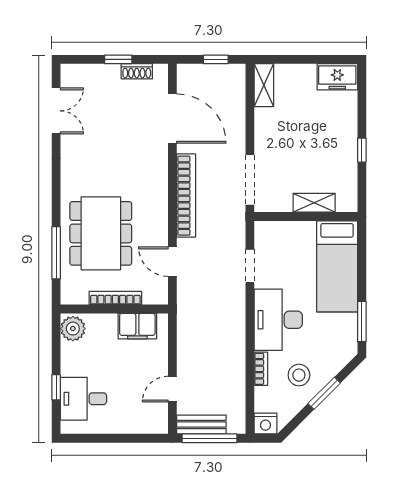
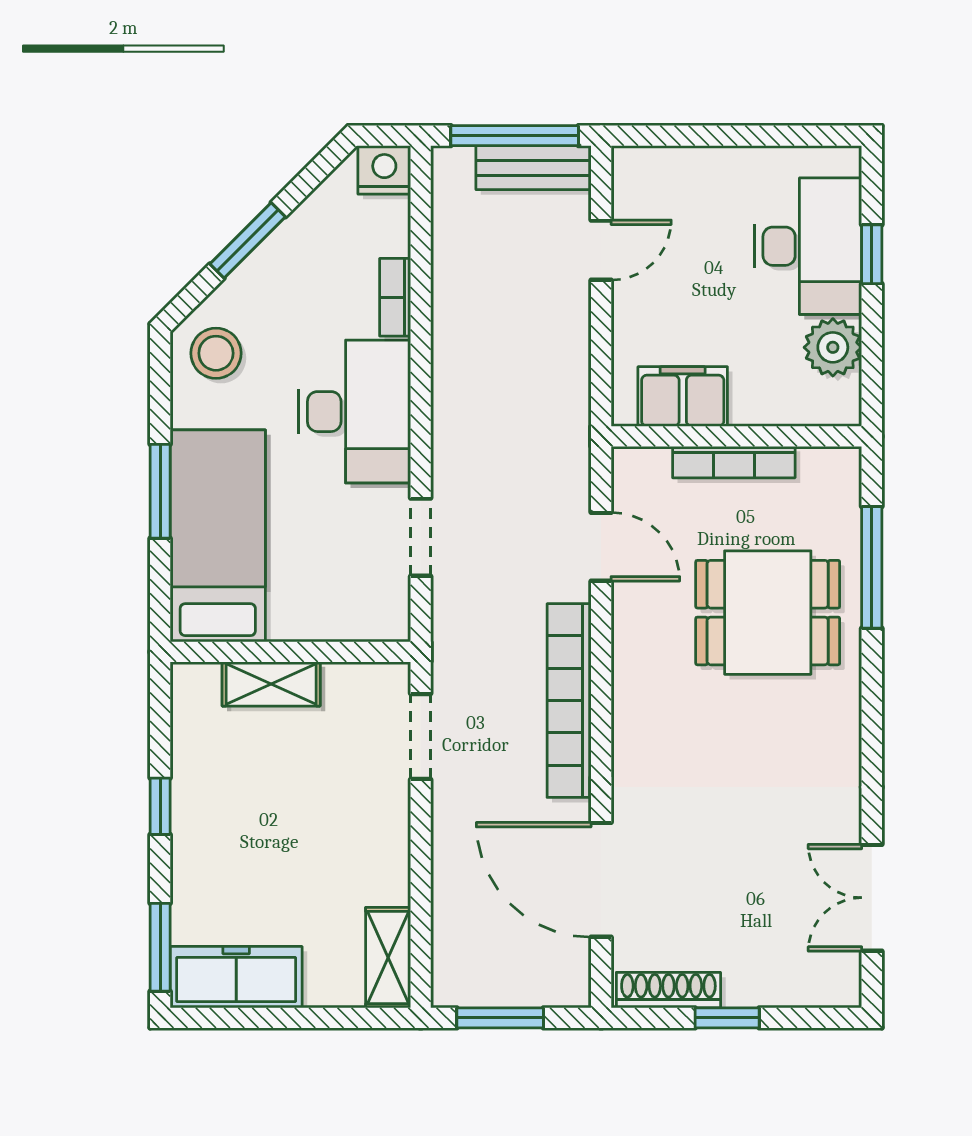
window: (216, 59) -> (500, 1018), width x1.50
shoe rack: (137, 71) -> (668, 990), width x1.43
freezer: (337, 77) -> (236, 977), width x1.40
window: (362, 90) -> (160, 947), added
doorway: (250, 180) -> (421, 736), width x0.73
dining table: (101, 233) -> (768, 613), width x0.73
window: (362, 321) -> (160, 491), moved
plant: (73, 329) -> (833, 347), moved
stool: (299, 375) -> (216, 353), moved
desk: (83, 399) -> (808, 246), width x1.37

